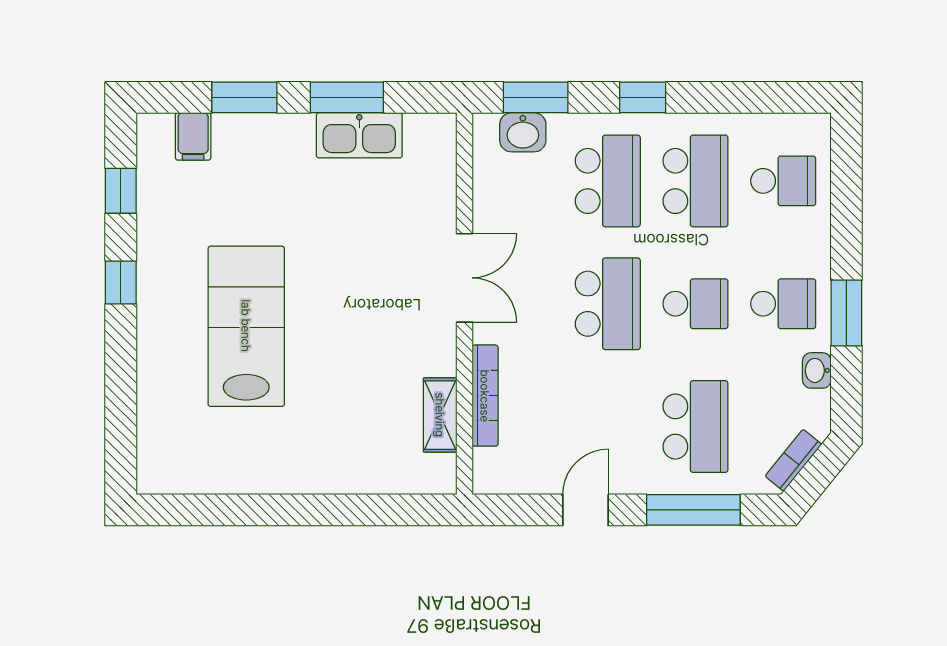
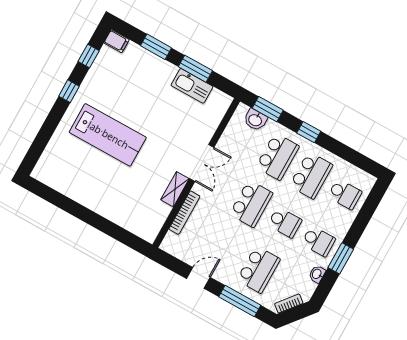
filing cabinet: (193, 136) -> (117, 41), moved, turned -90
lab bench: (246, 326) -> (108, 135), turned 90
shelving: (440, 415) -> (175, 189), moved

